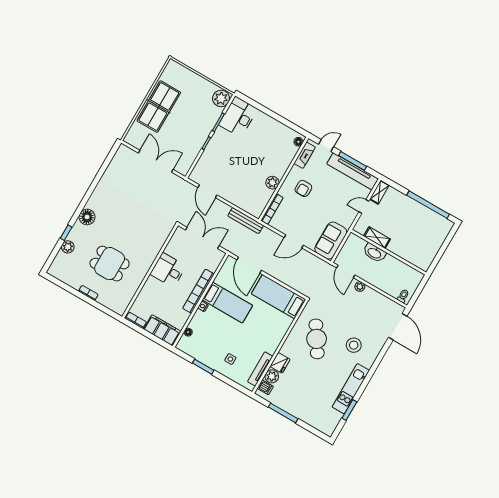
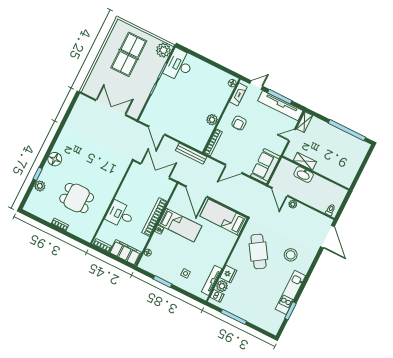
table tennis table: (159, 107) -> (129, 54), moved
desk: (168, 270) -> (120, 215), moved

